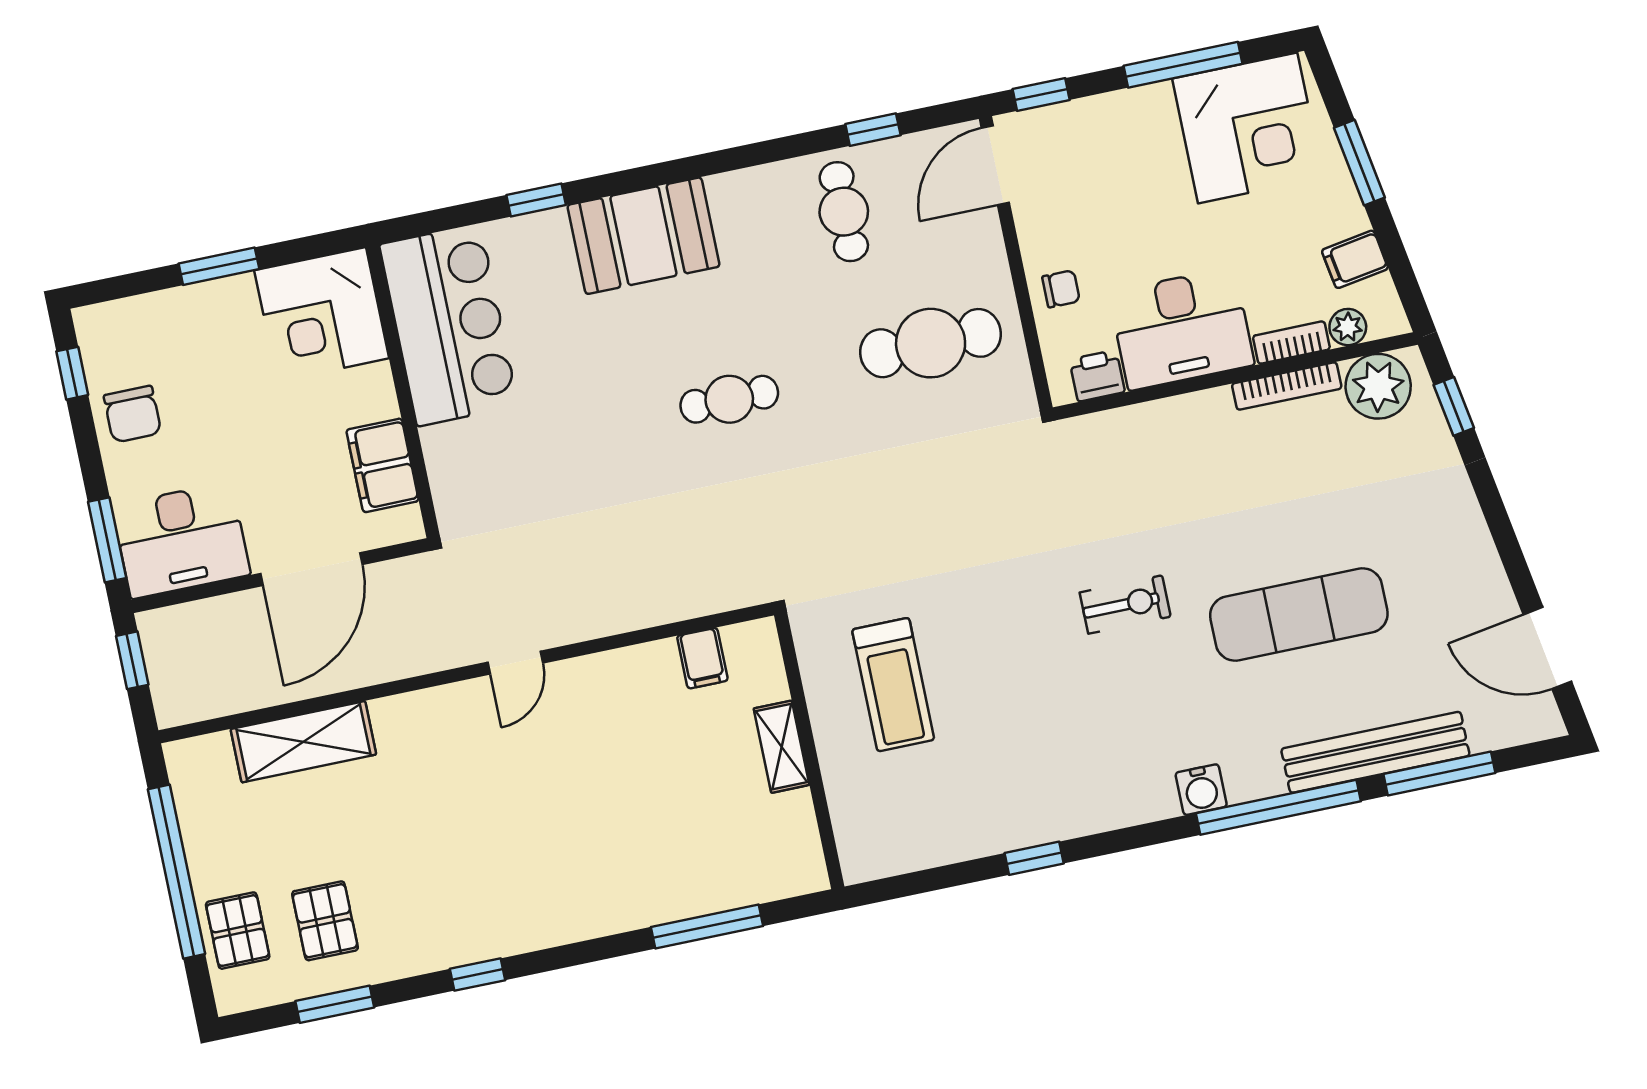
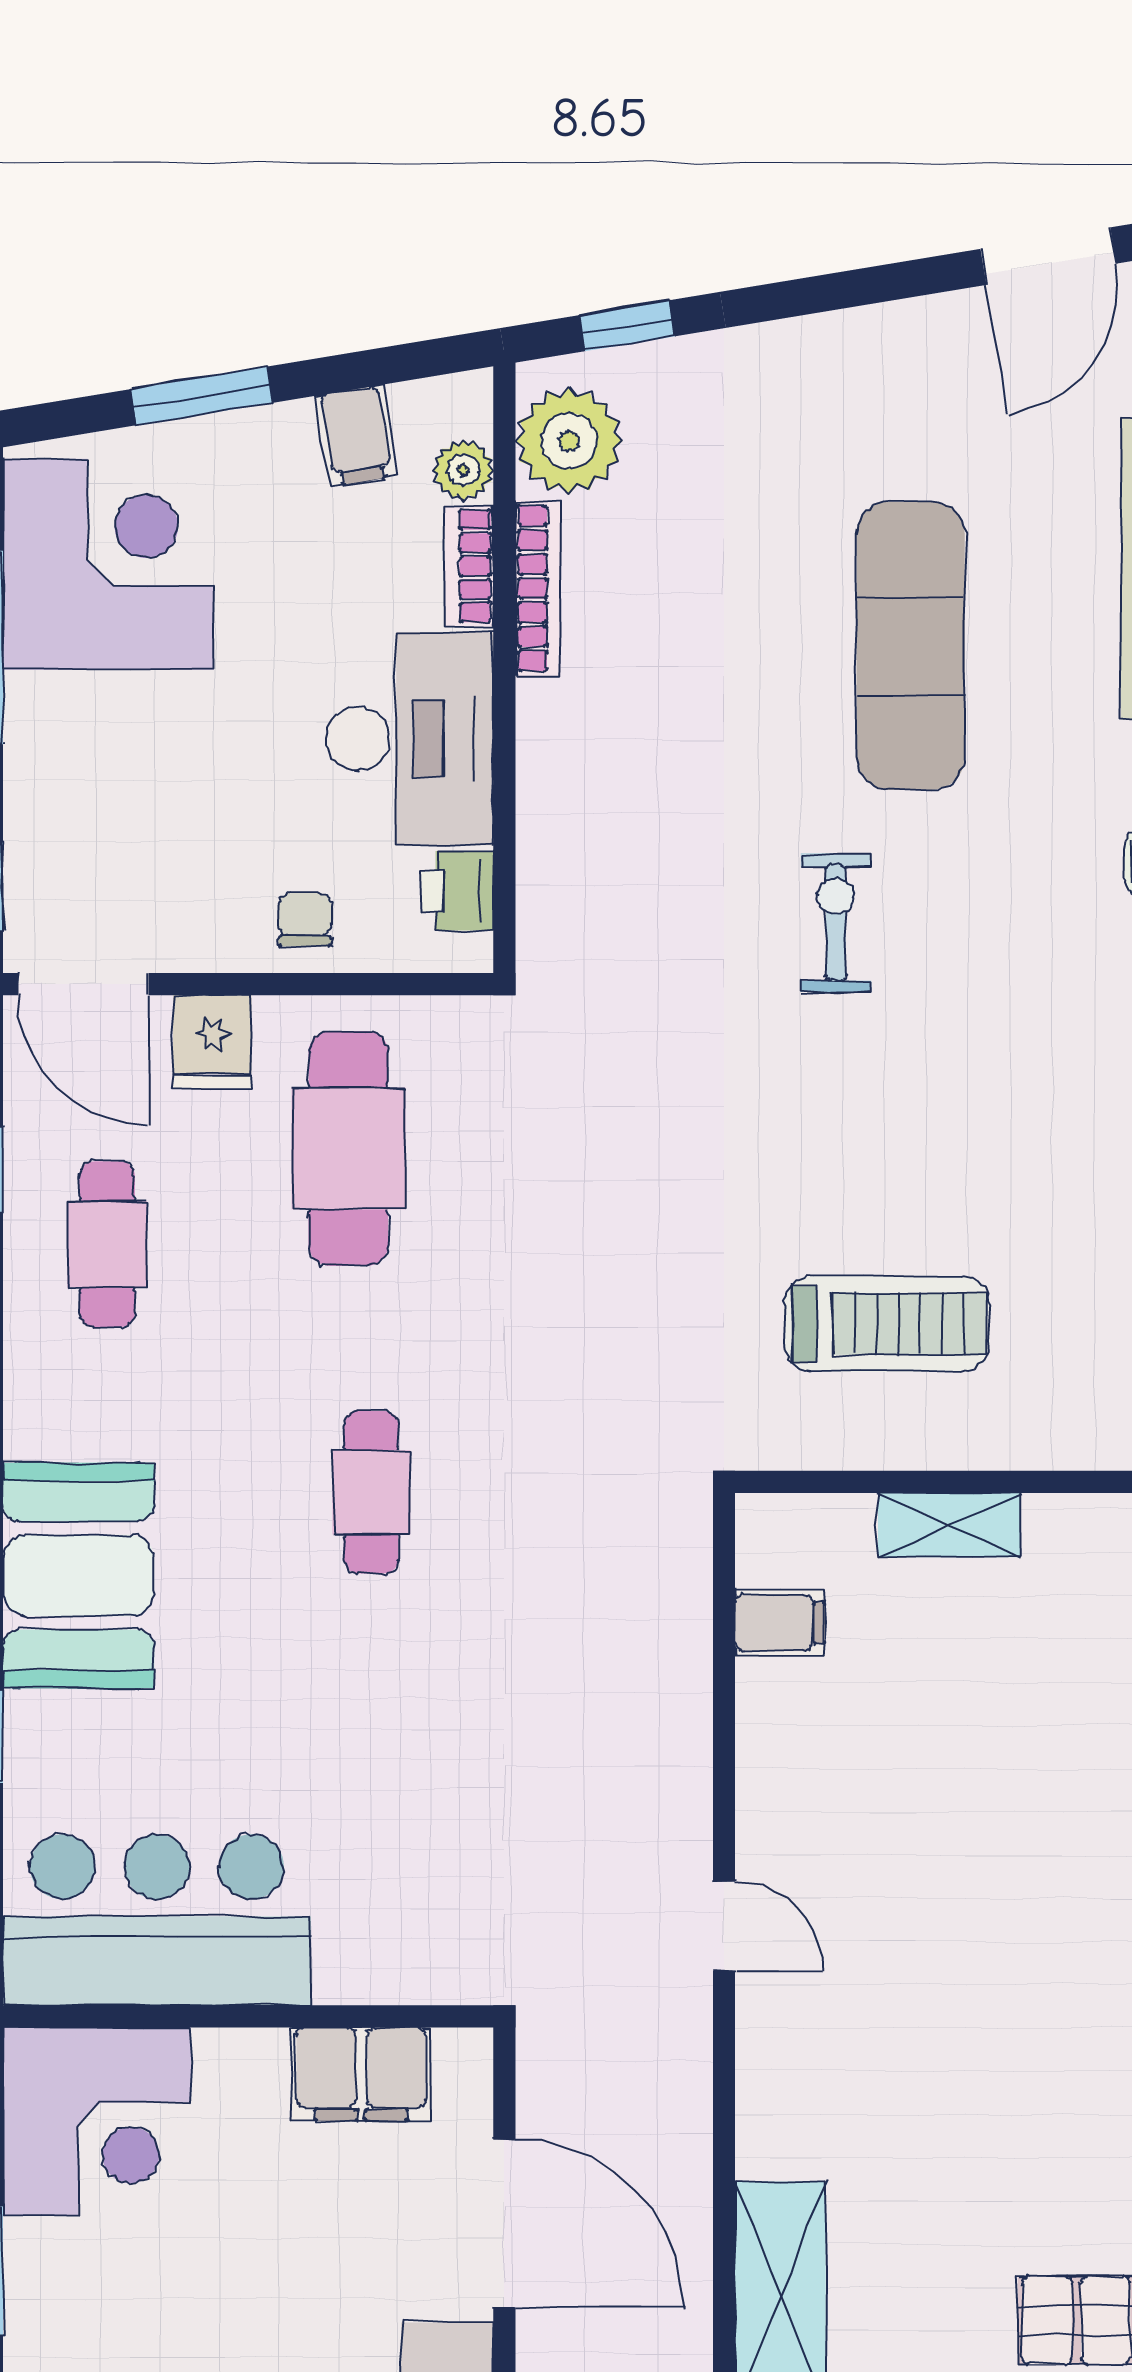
cafe table: (844, 212) -> (107, 1244), turned 90
fridge: (977, 249) -> (212, 1042), added

